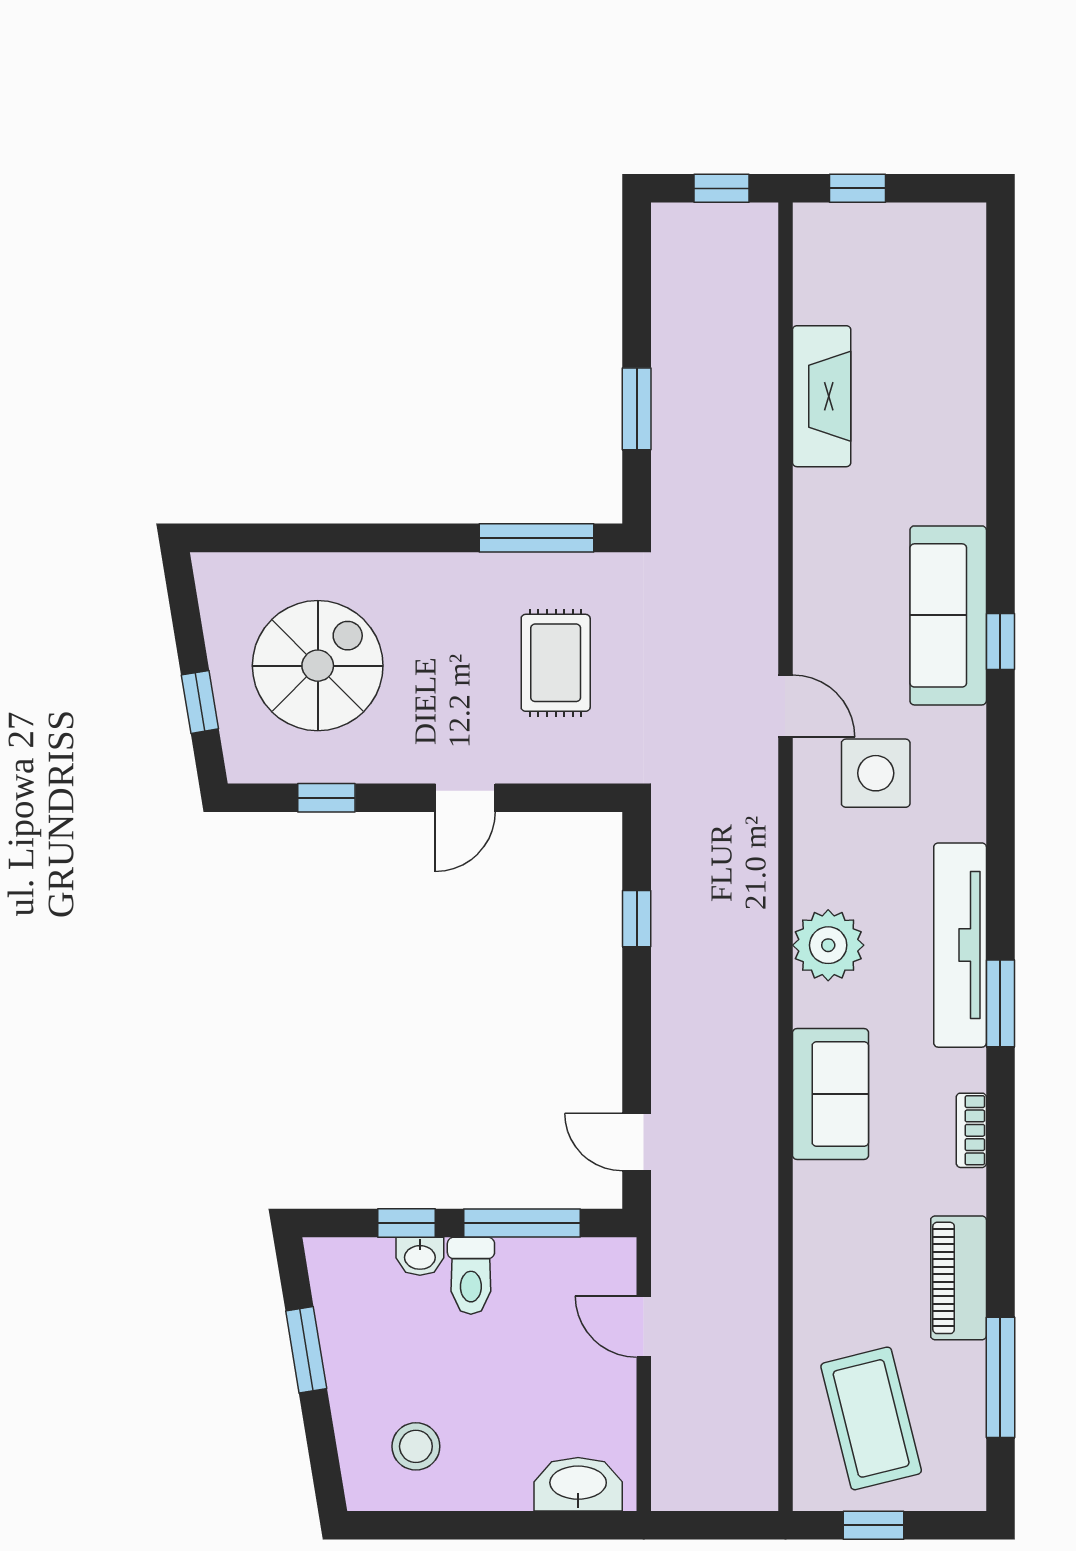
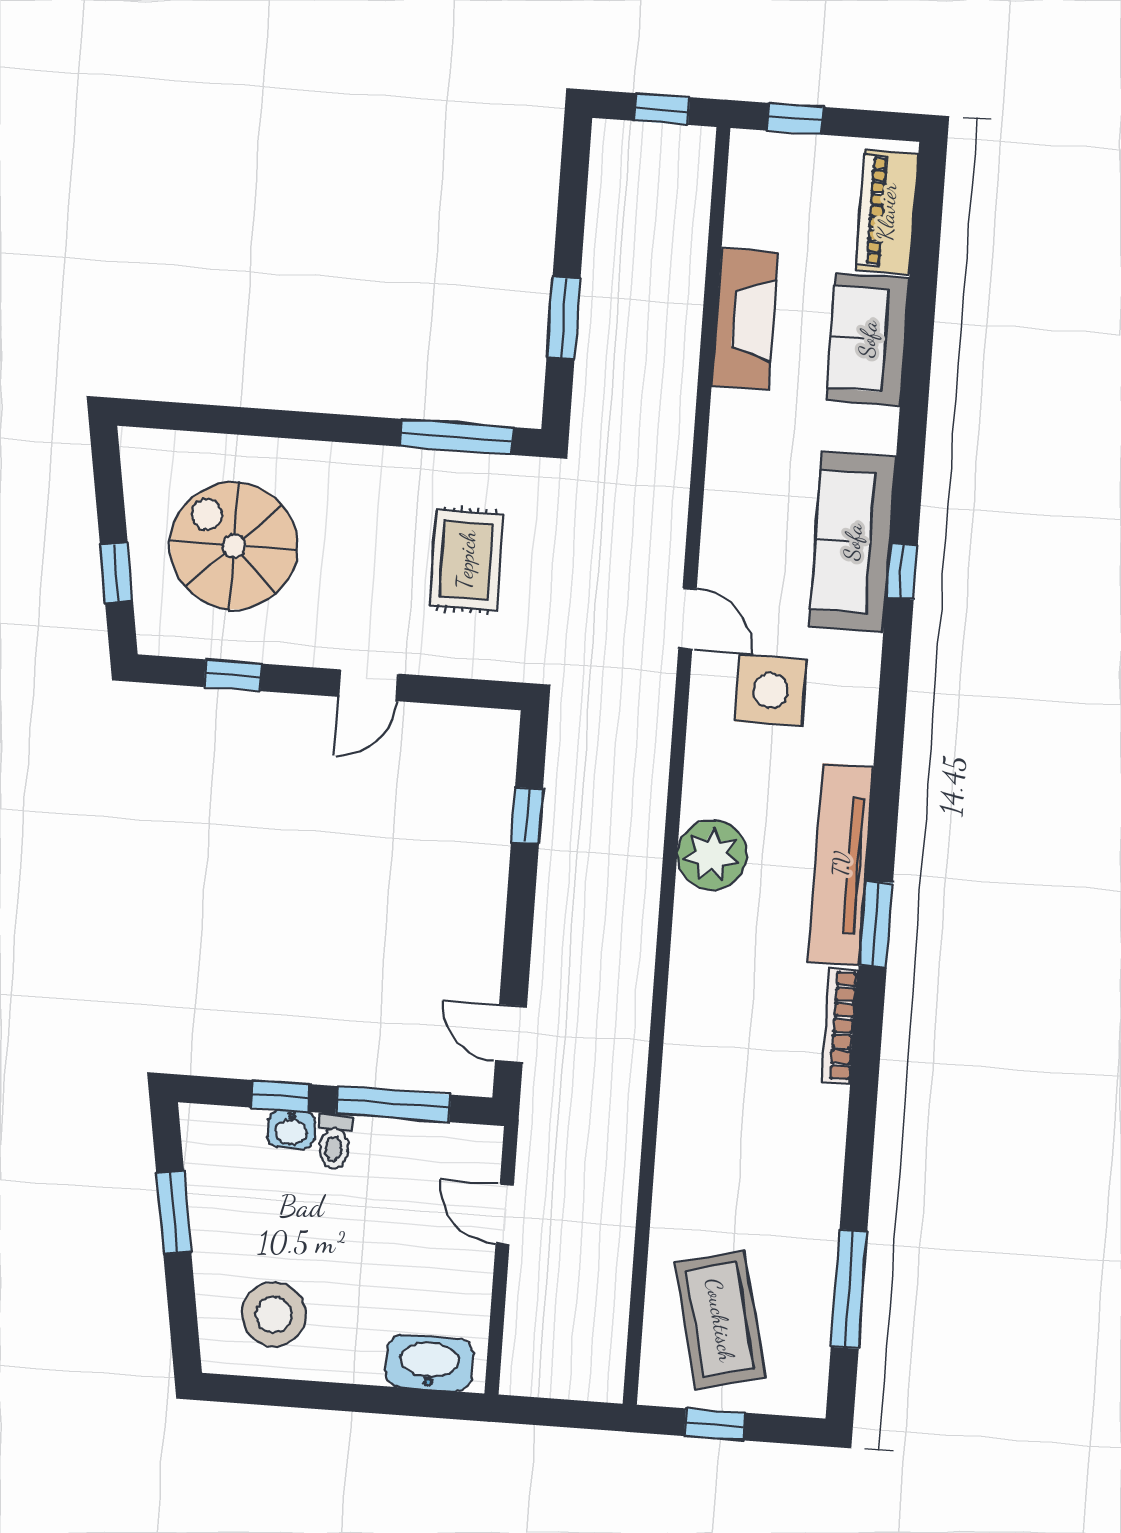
spiral stairs: (318, 666) -> (234, 546), turned -90
sofa: (830, 1094) -> (868, 339), moved, turned 180
bookcase: (971, 1130) -> (840, 1026), width x1.56
toilet: (471, 1276) -> (334, 1141), width x0.73, depth x0.72
piano: (959, 1278) -> (887, 212), moved
stool: (416, 1446) -> (274, 1315), width x1.38, depth x1.38

